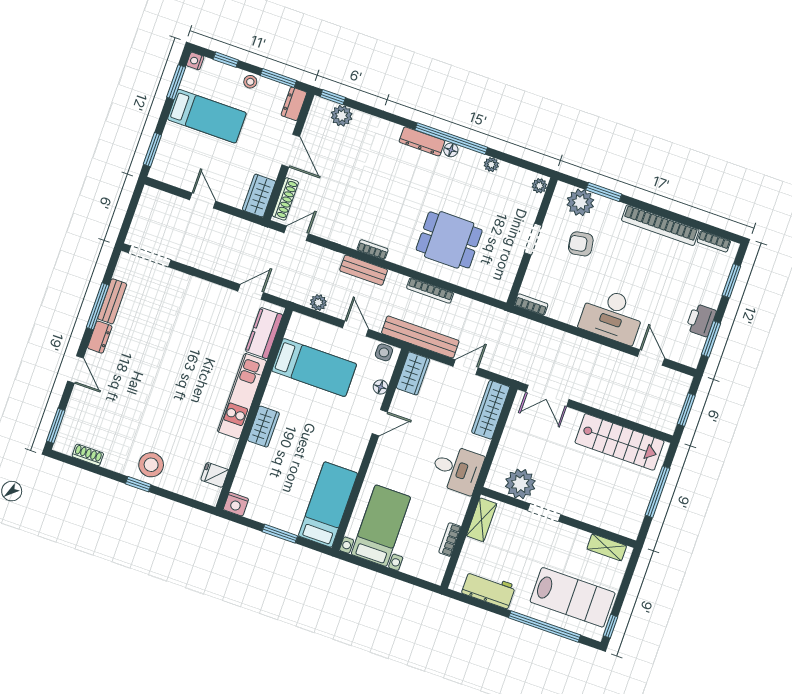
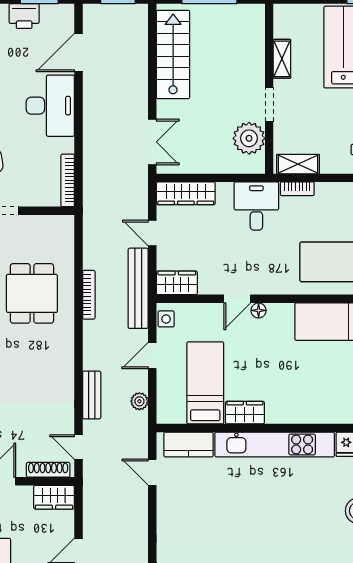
bookcase: (373, 250) -> (68, 366), removed
bench: (364, 270) -> (92, 395), moved
bookcase: (531, 305) -> (68, 180), width x1.56
door: (651, 358) -> (78, 53), width x1.38
floor lamp: (380, 387) -> (259, 310), moved
kitchen unit: (242, 396) -> (275, 444), width x1.36
door: (380, 423) -> (237, 299), swing flipped
wardrobe: (263, 427) -> (245, 413), moved
bookcase: (450, 540) -> (297, 189), moved
shelving: (607, 547) -> (282, 59), moved

